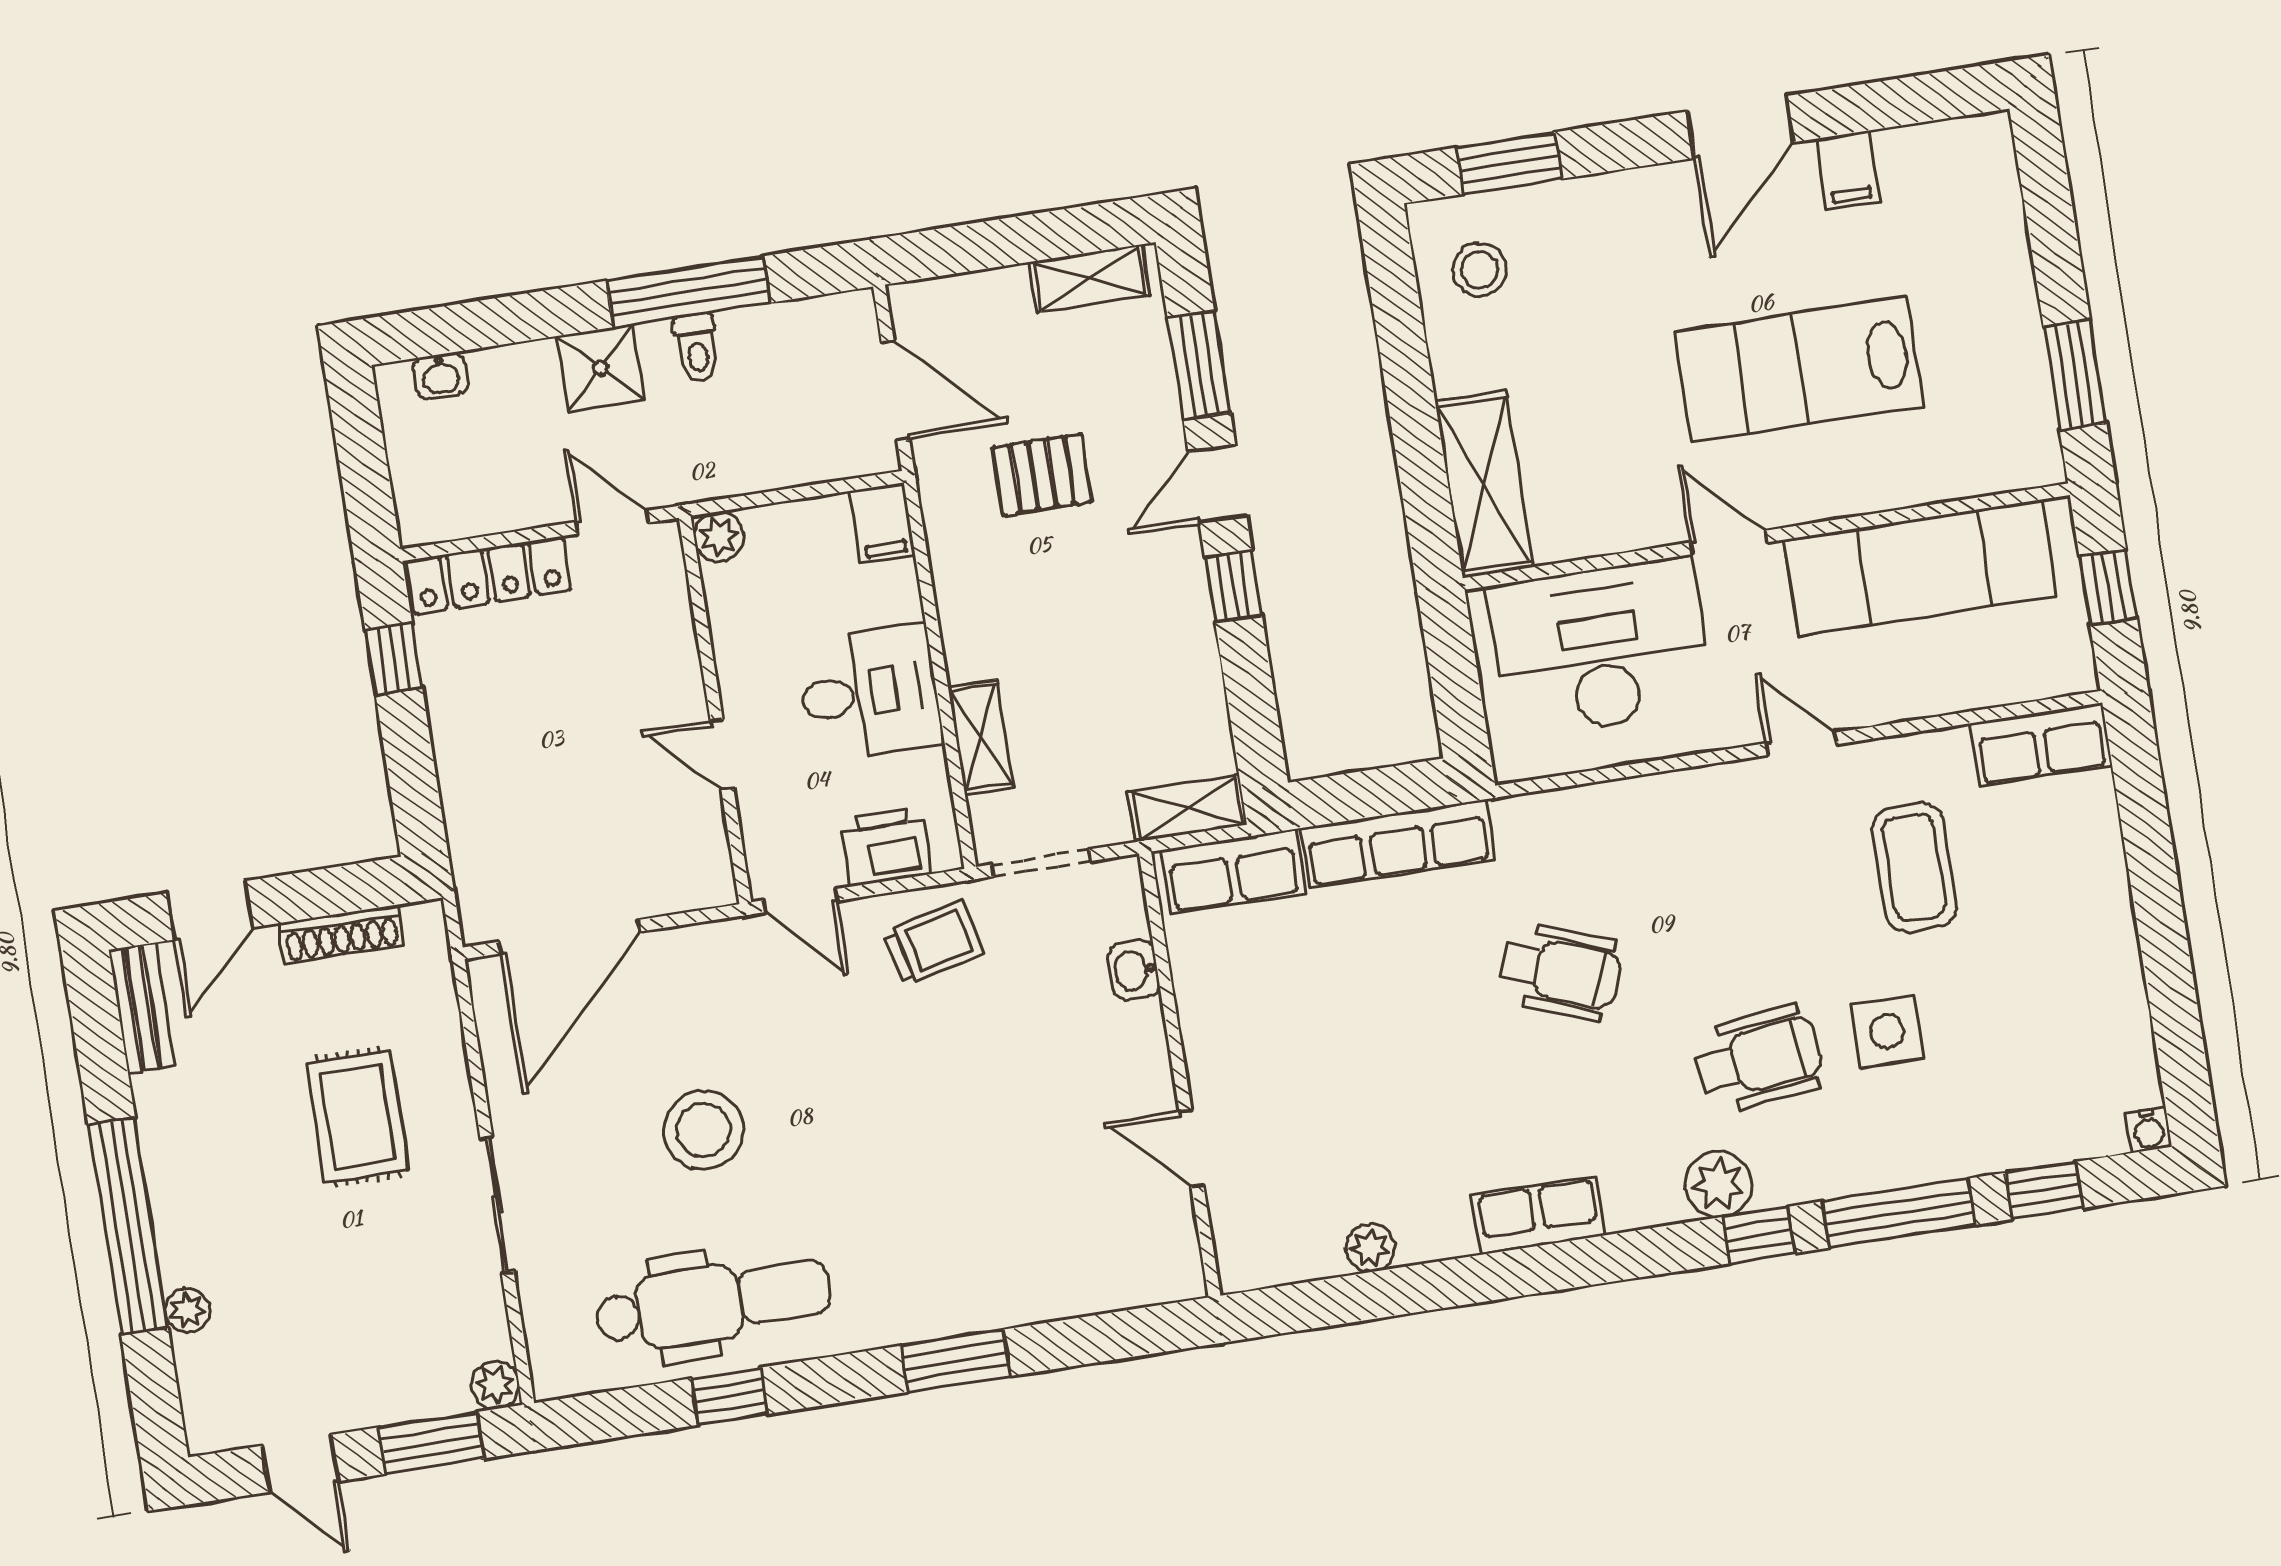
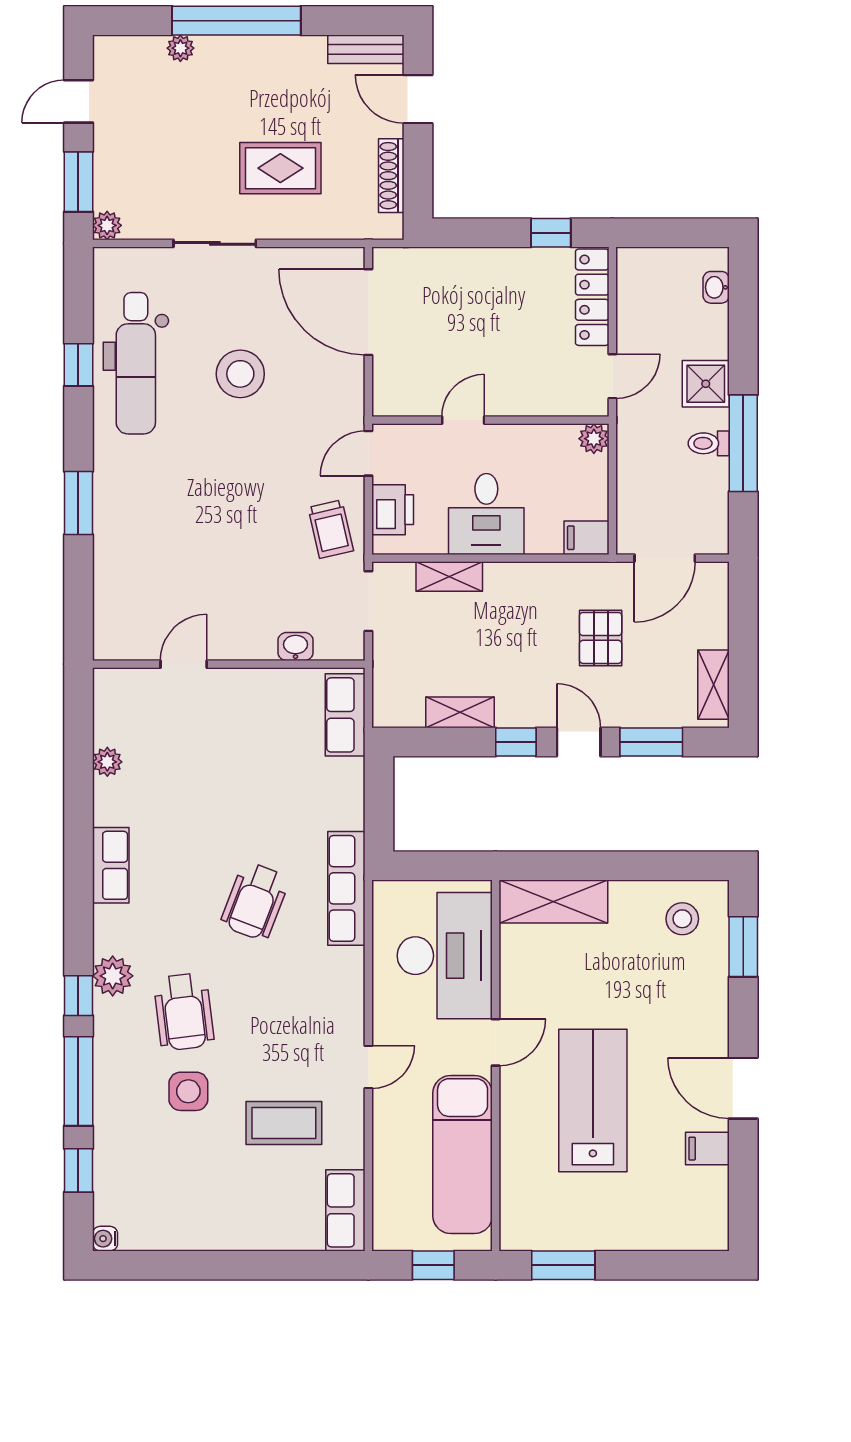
shelving: (1187, 808) -> (460, 712), moved, turned 90
row of seats: (1398, 844) -> (346, 888), moved

